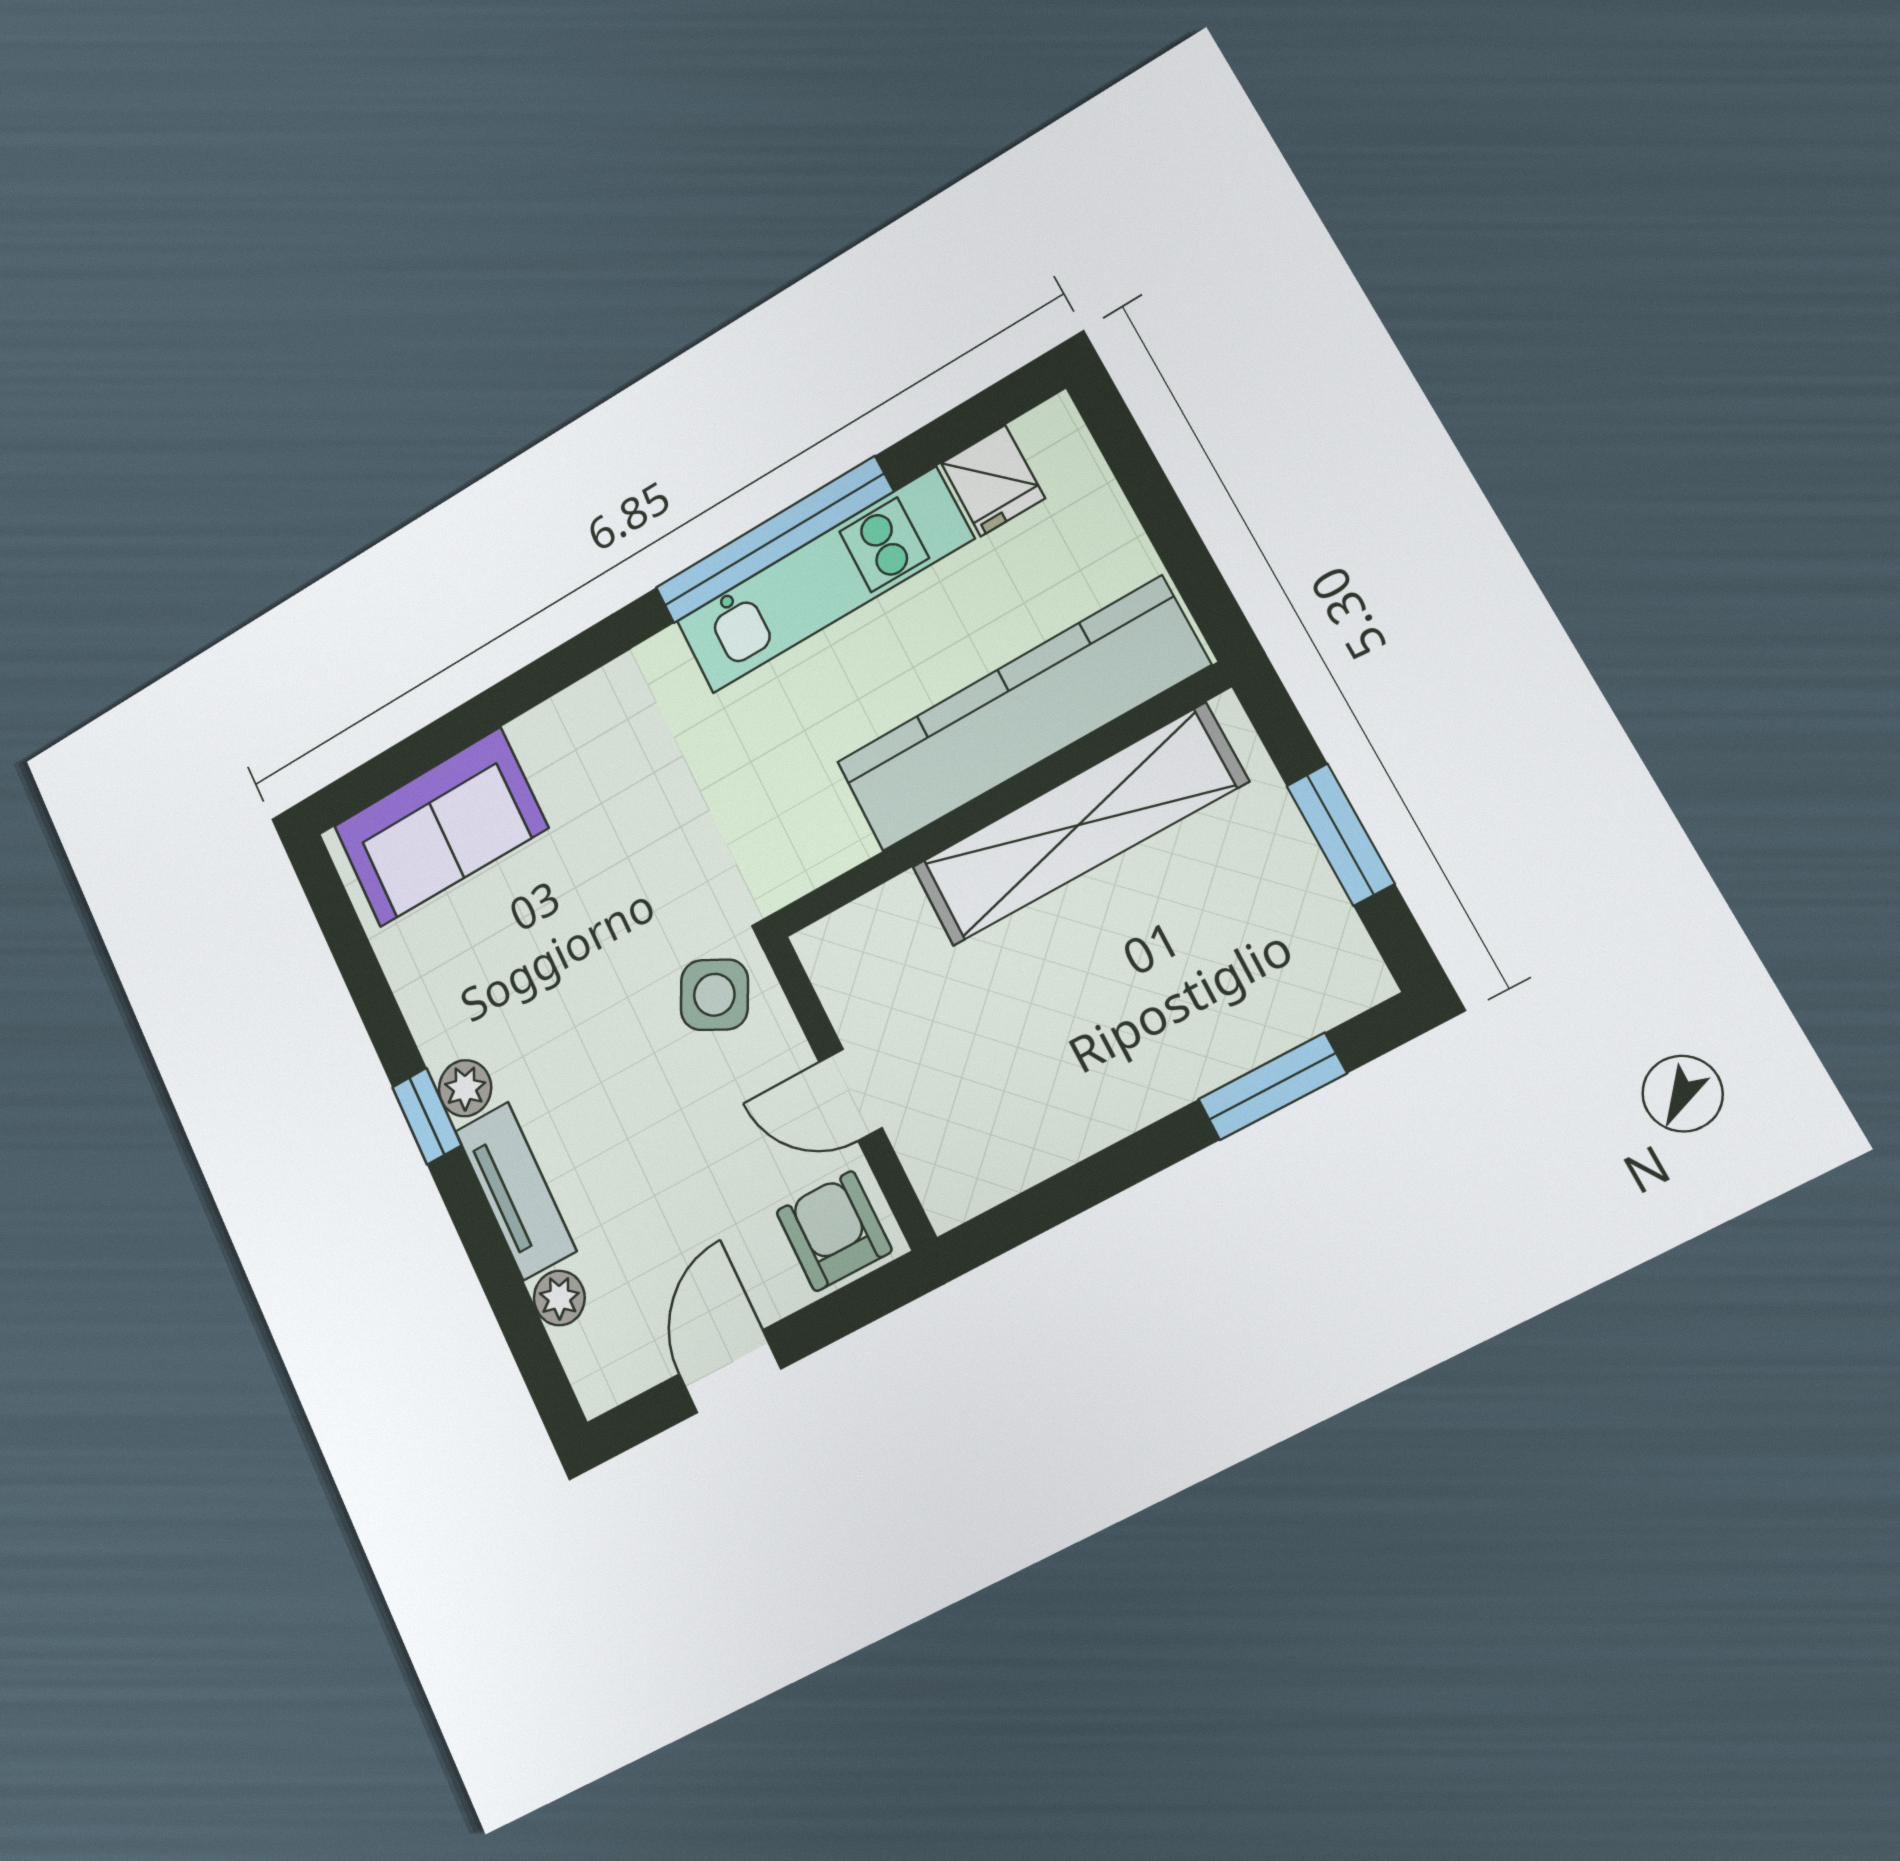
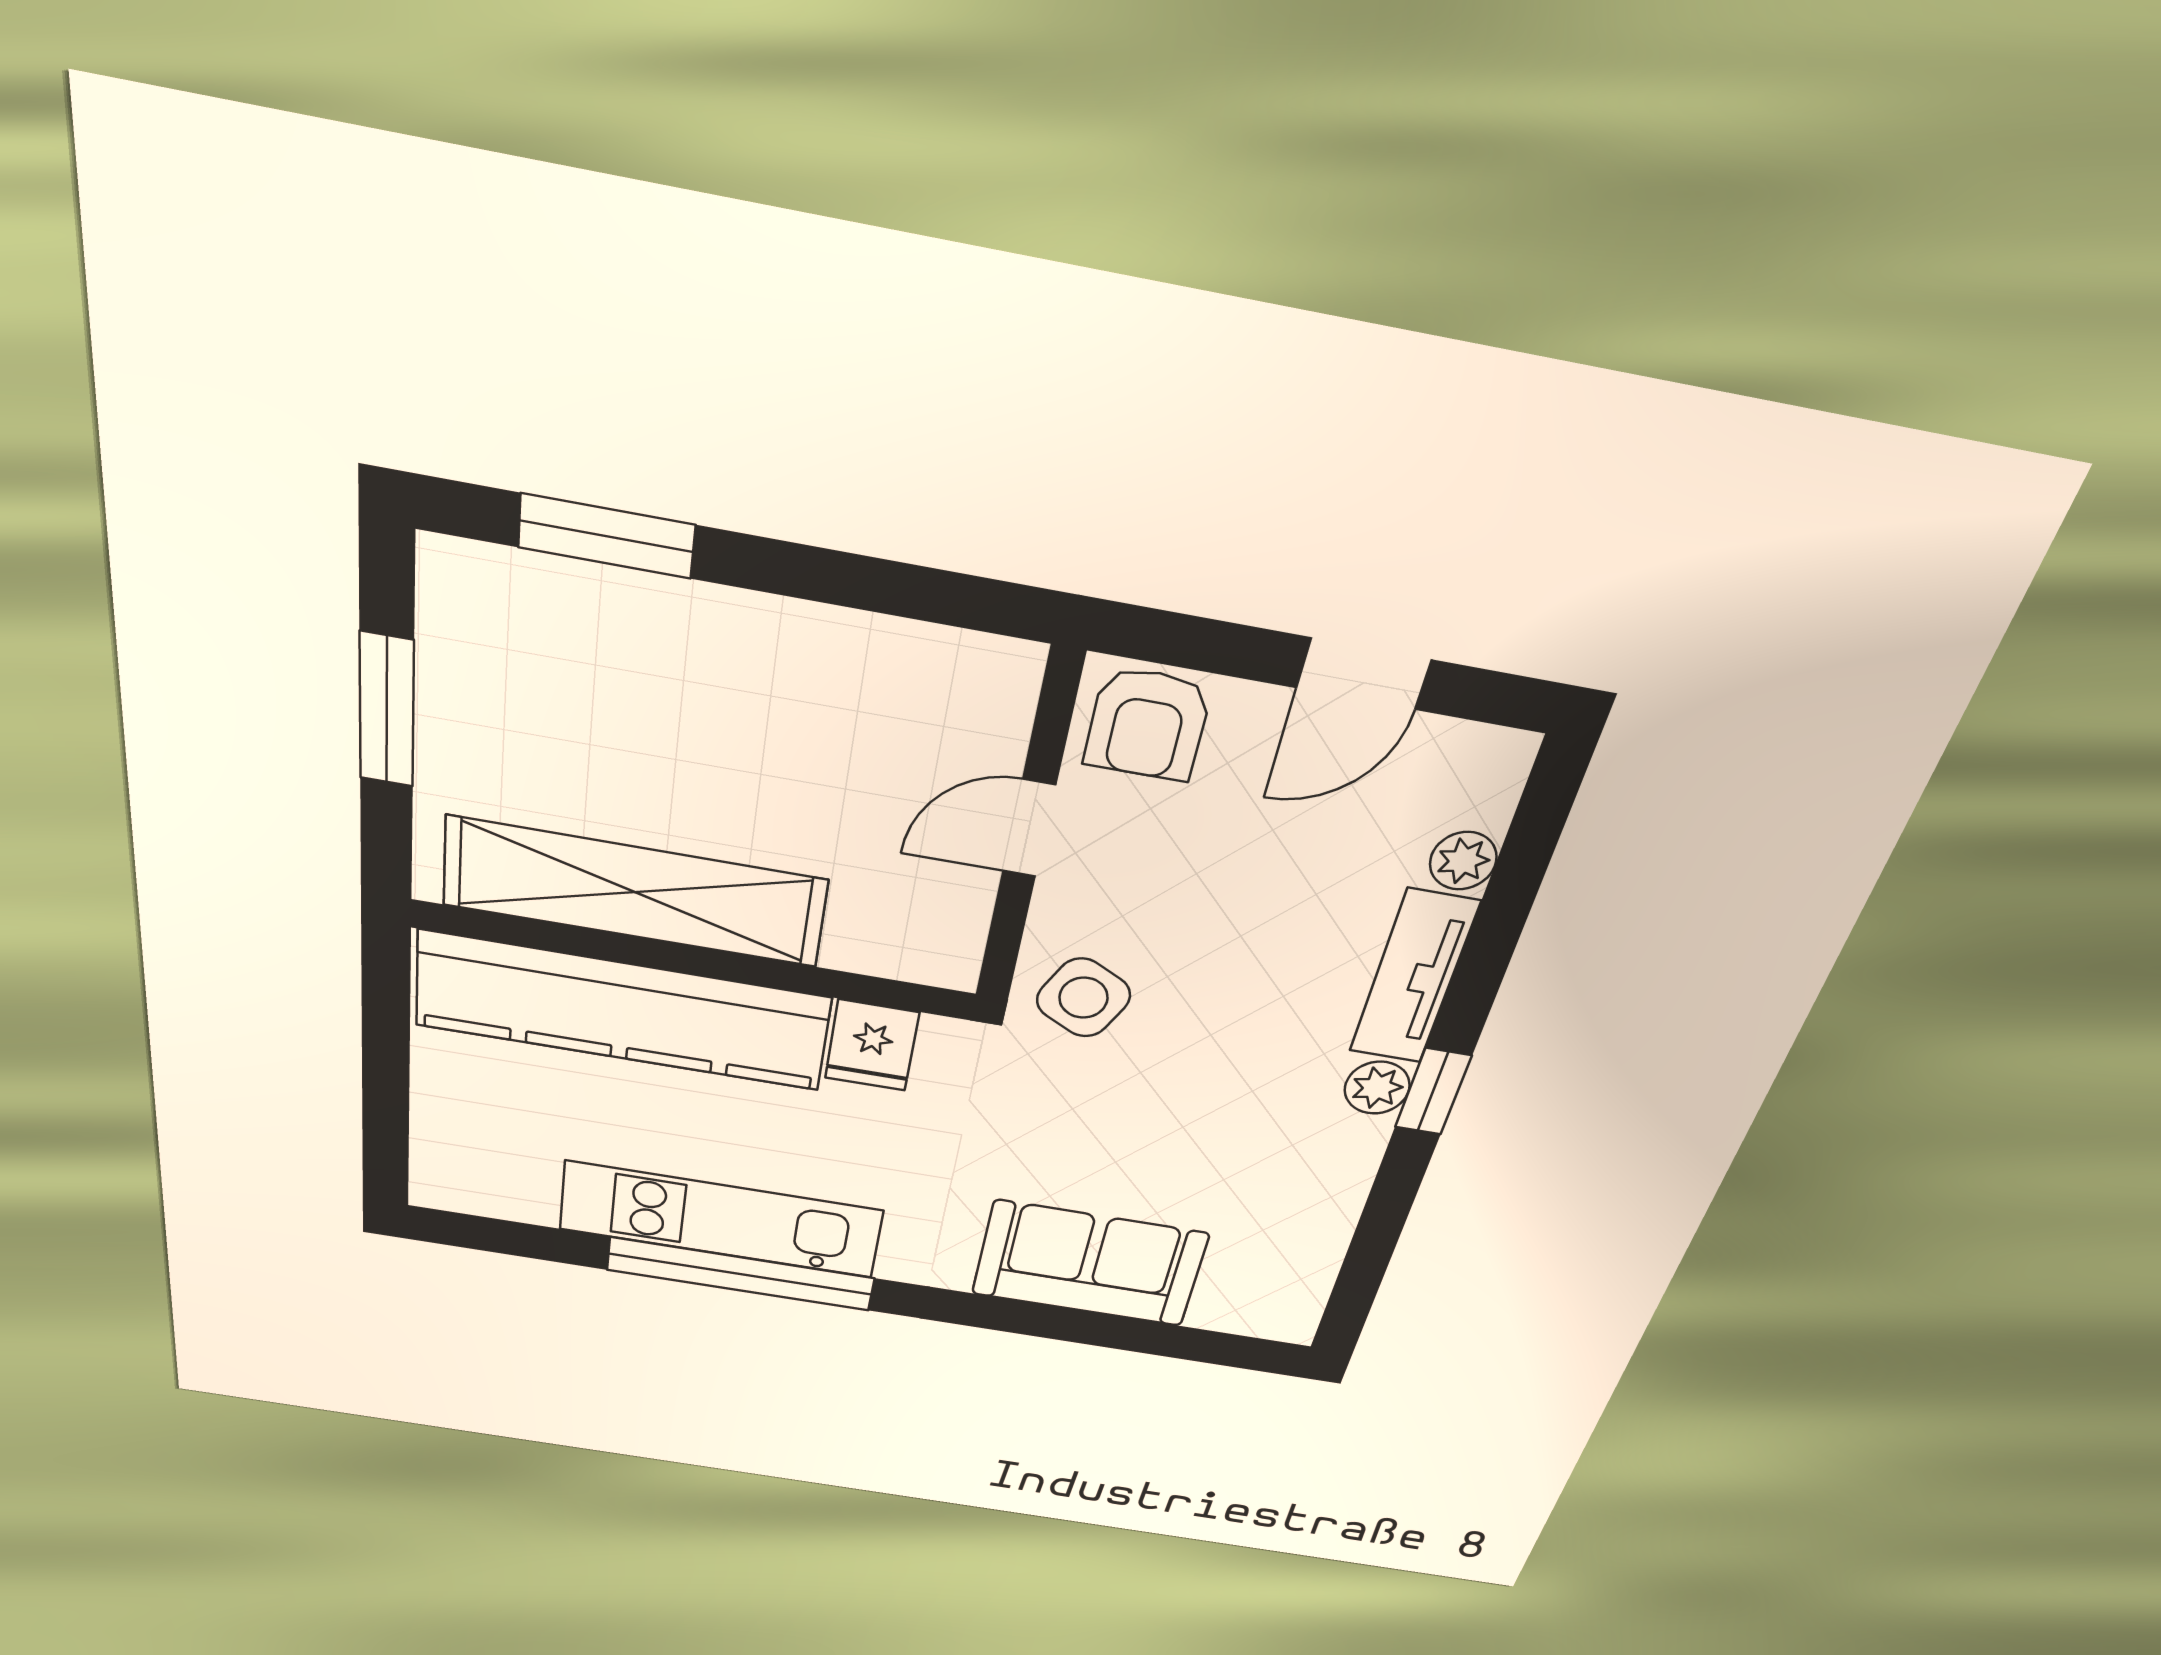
fridge: (993, 481) -> (872, 1045), moved, turned 180
sofa: (440, 827) -> (1089, 1264), moved
door: (850, 1095) -> (1029, 828), swing flipped

